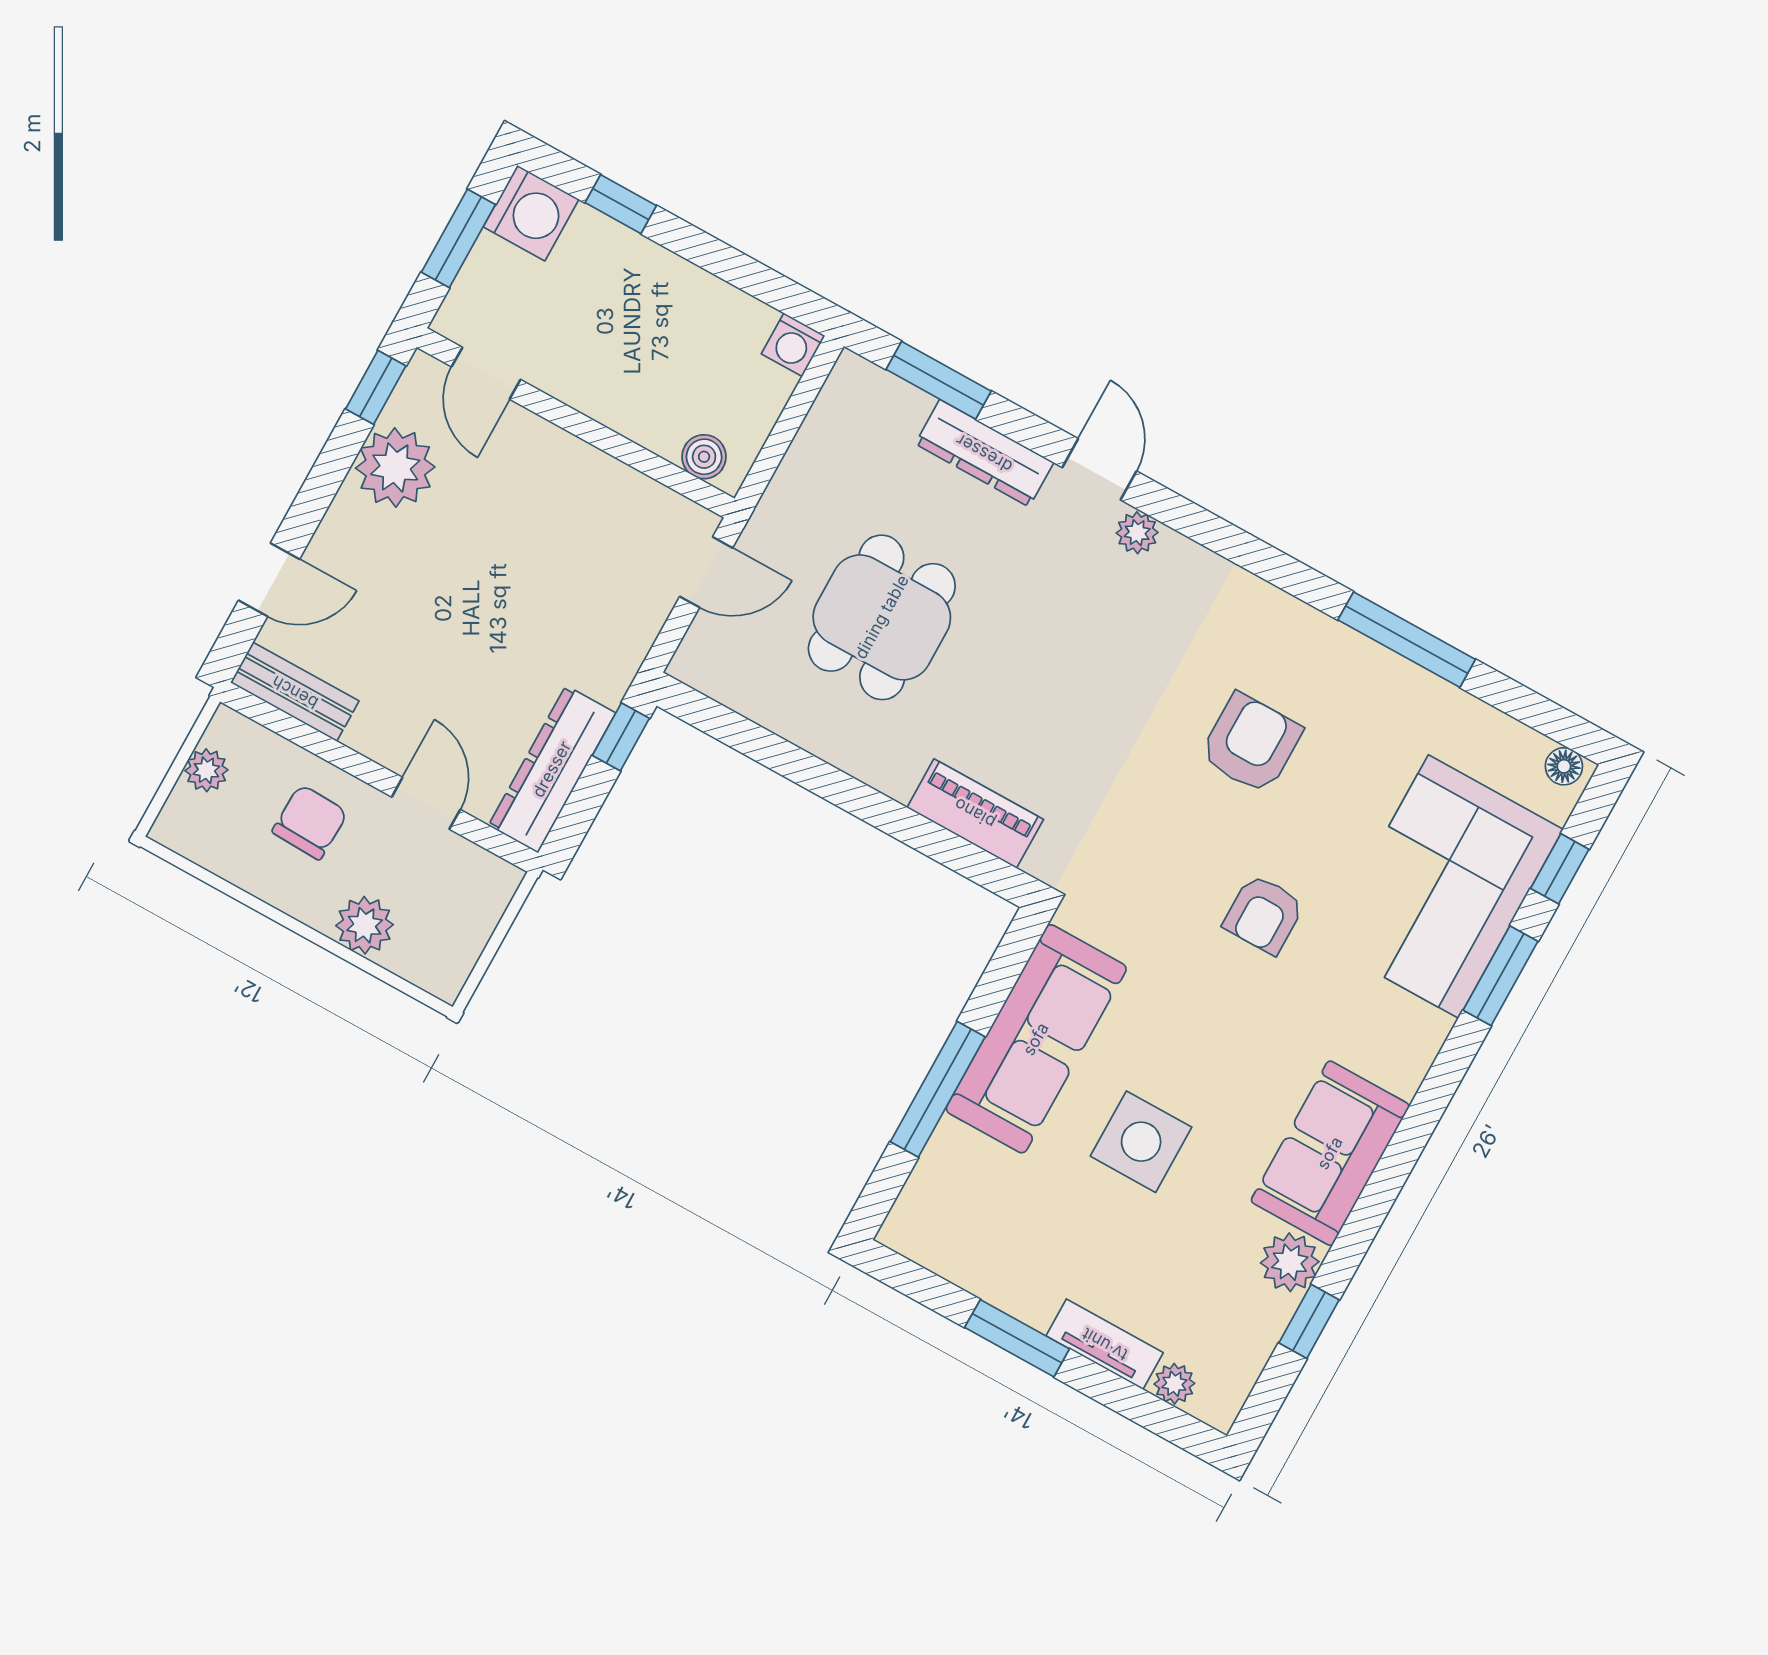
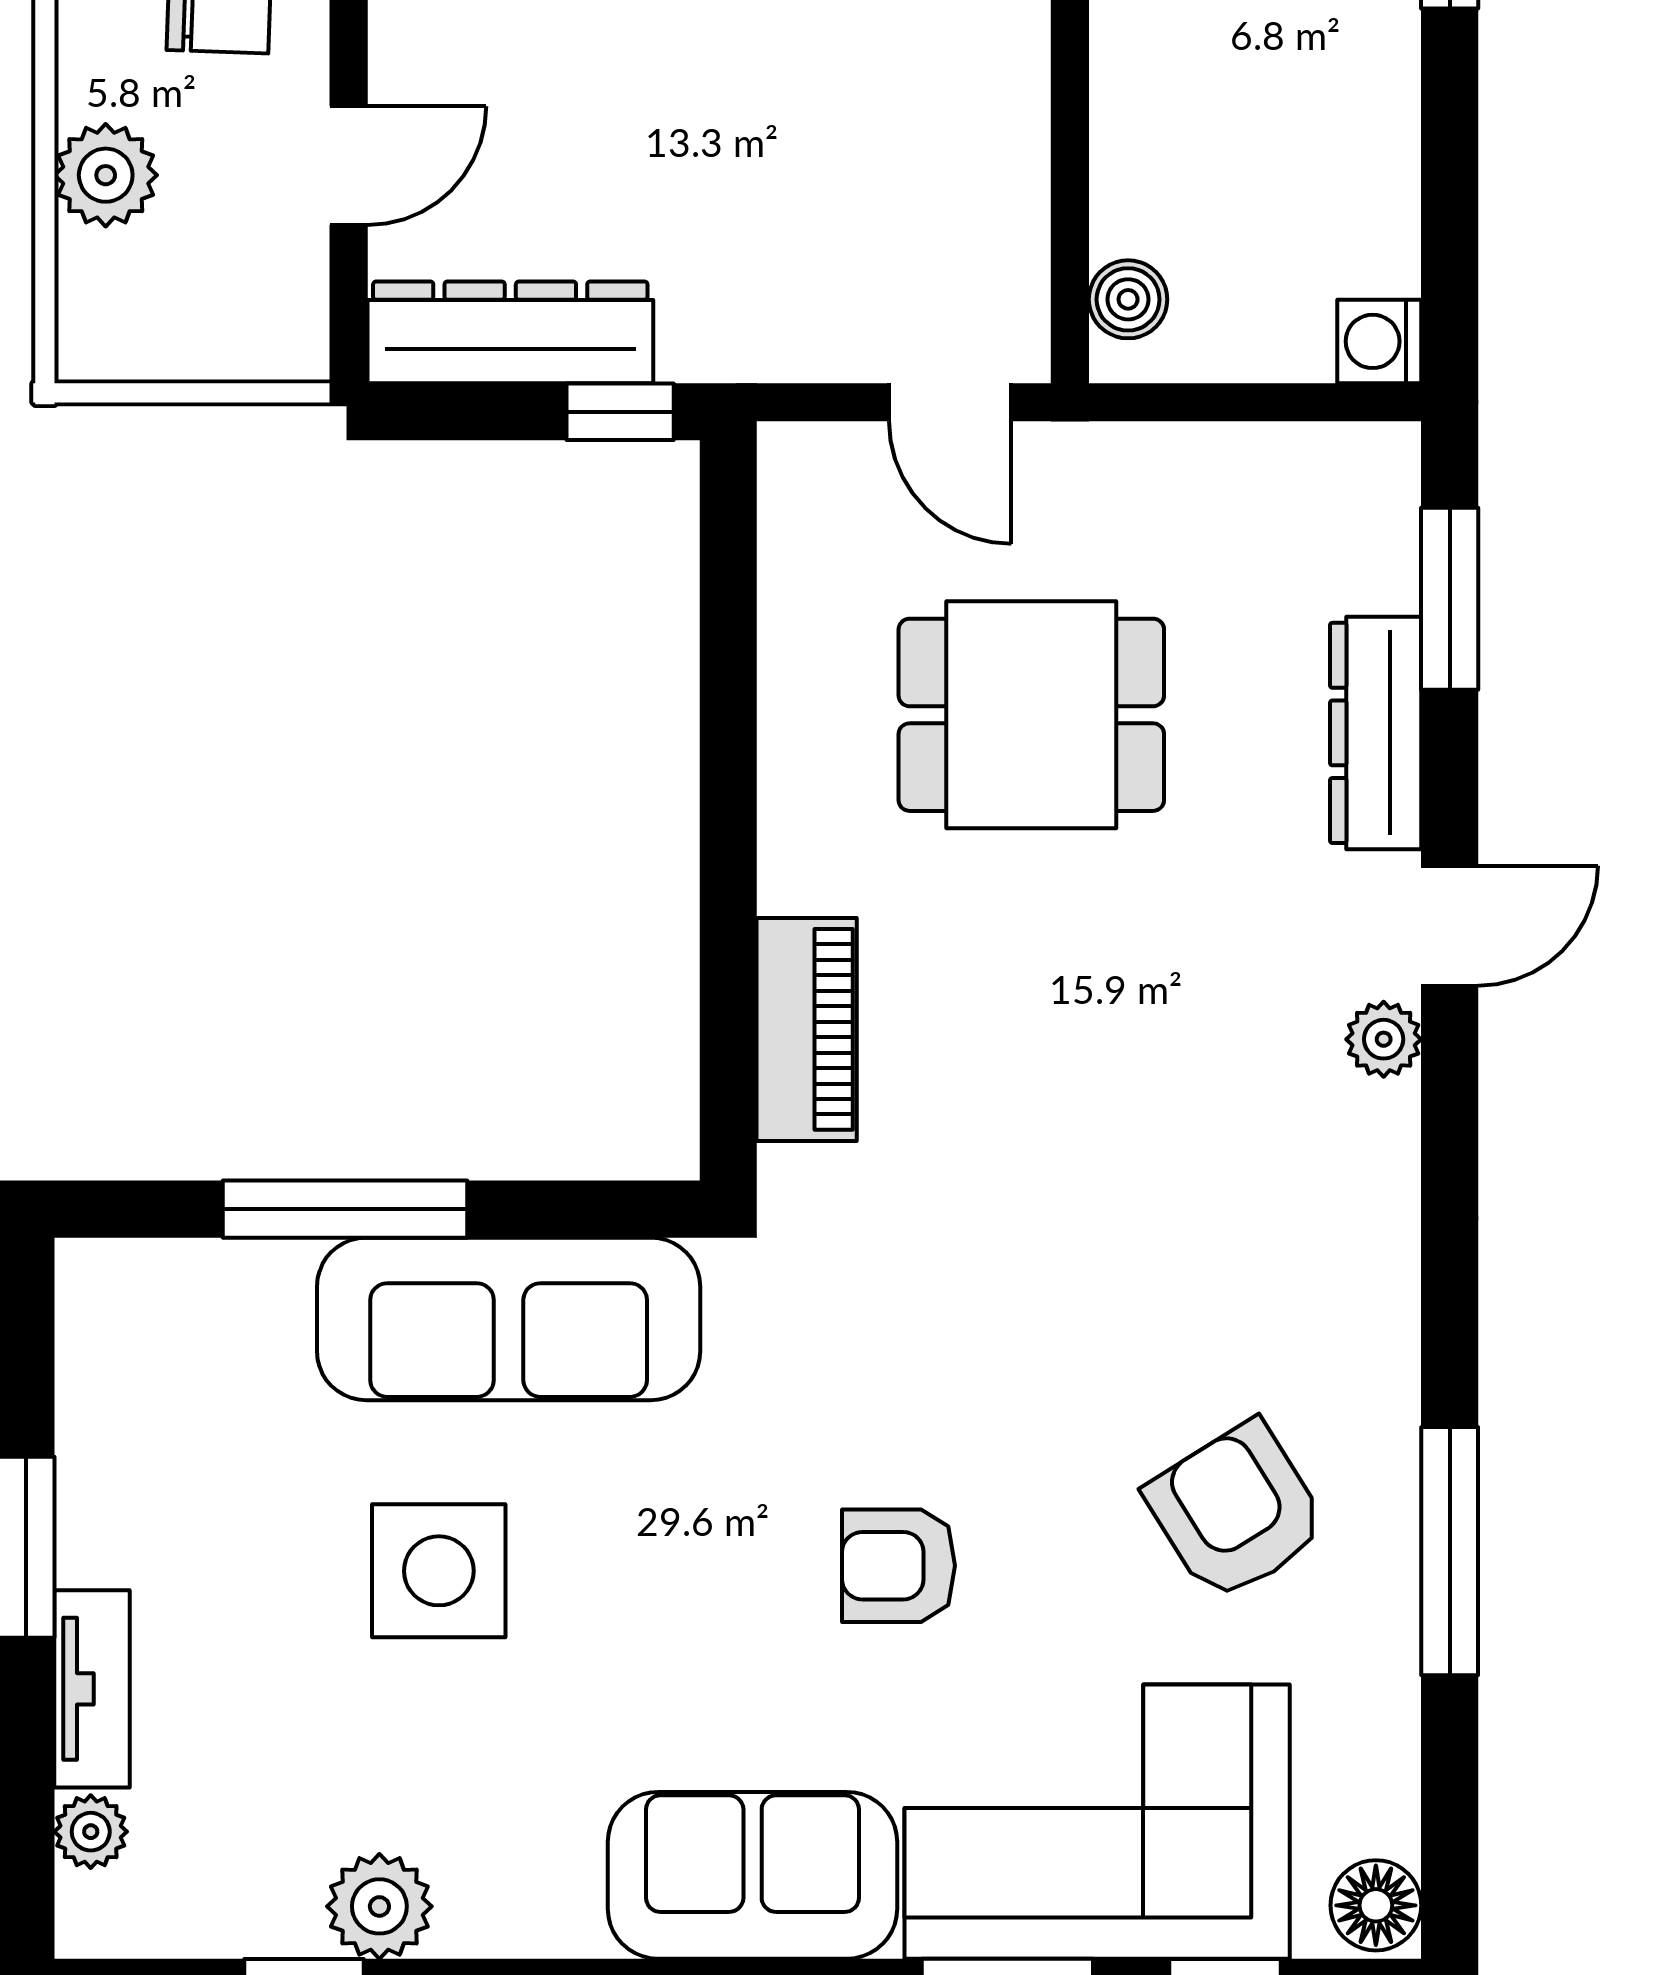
armchair: (1251, 744) -> (1236, 1511), moved, turned -122
floor lamp: (1564, 766) -> (1376, 1905), width x1.37, depth x1.37
sofa: (1330, 1153) -> (753, 1875), moved

